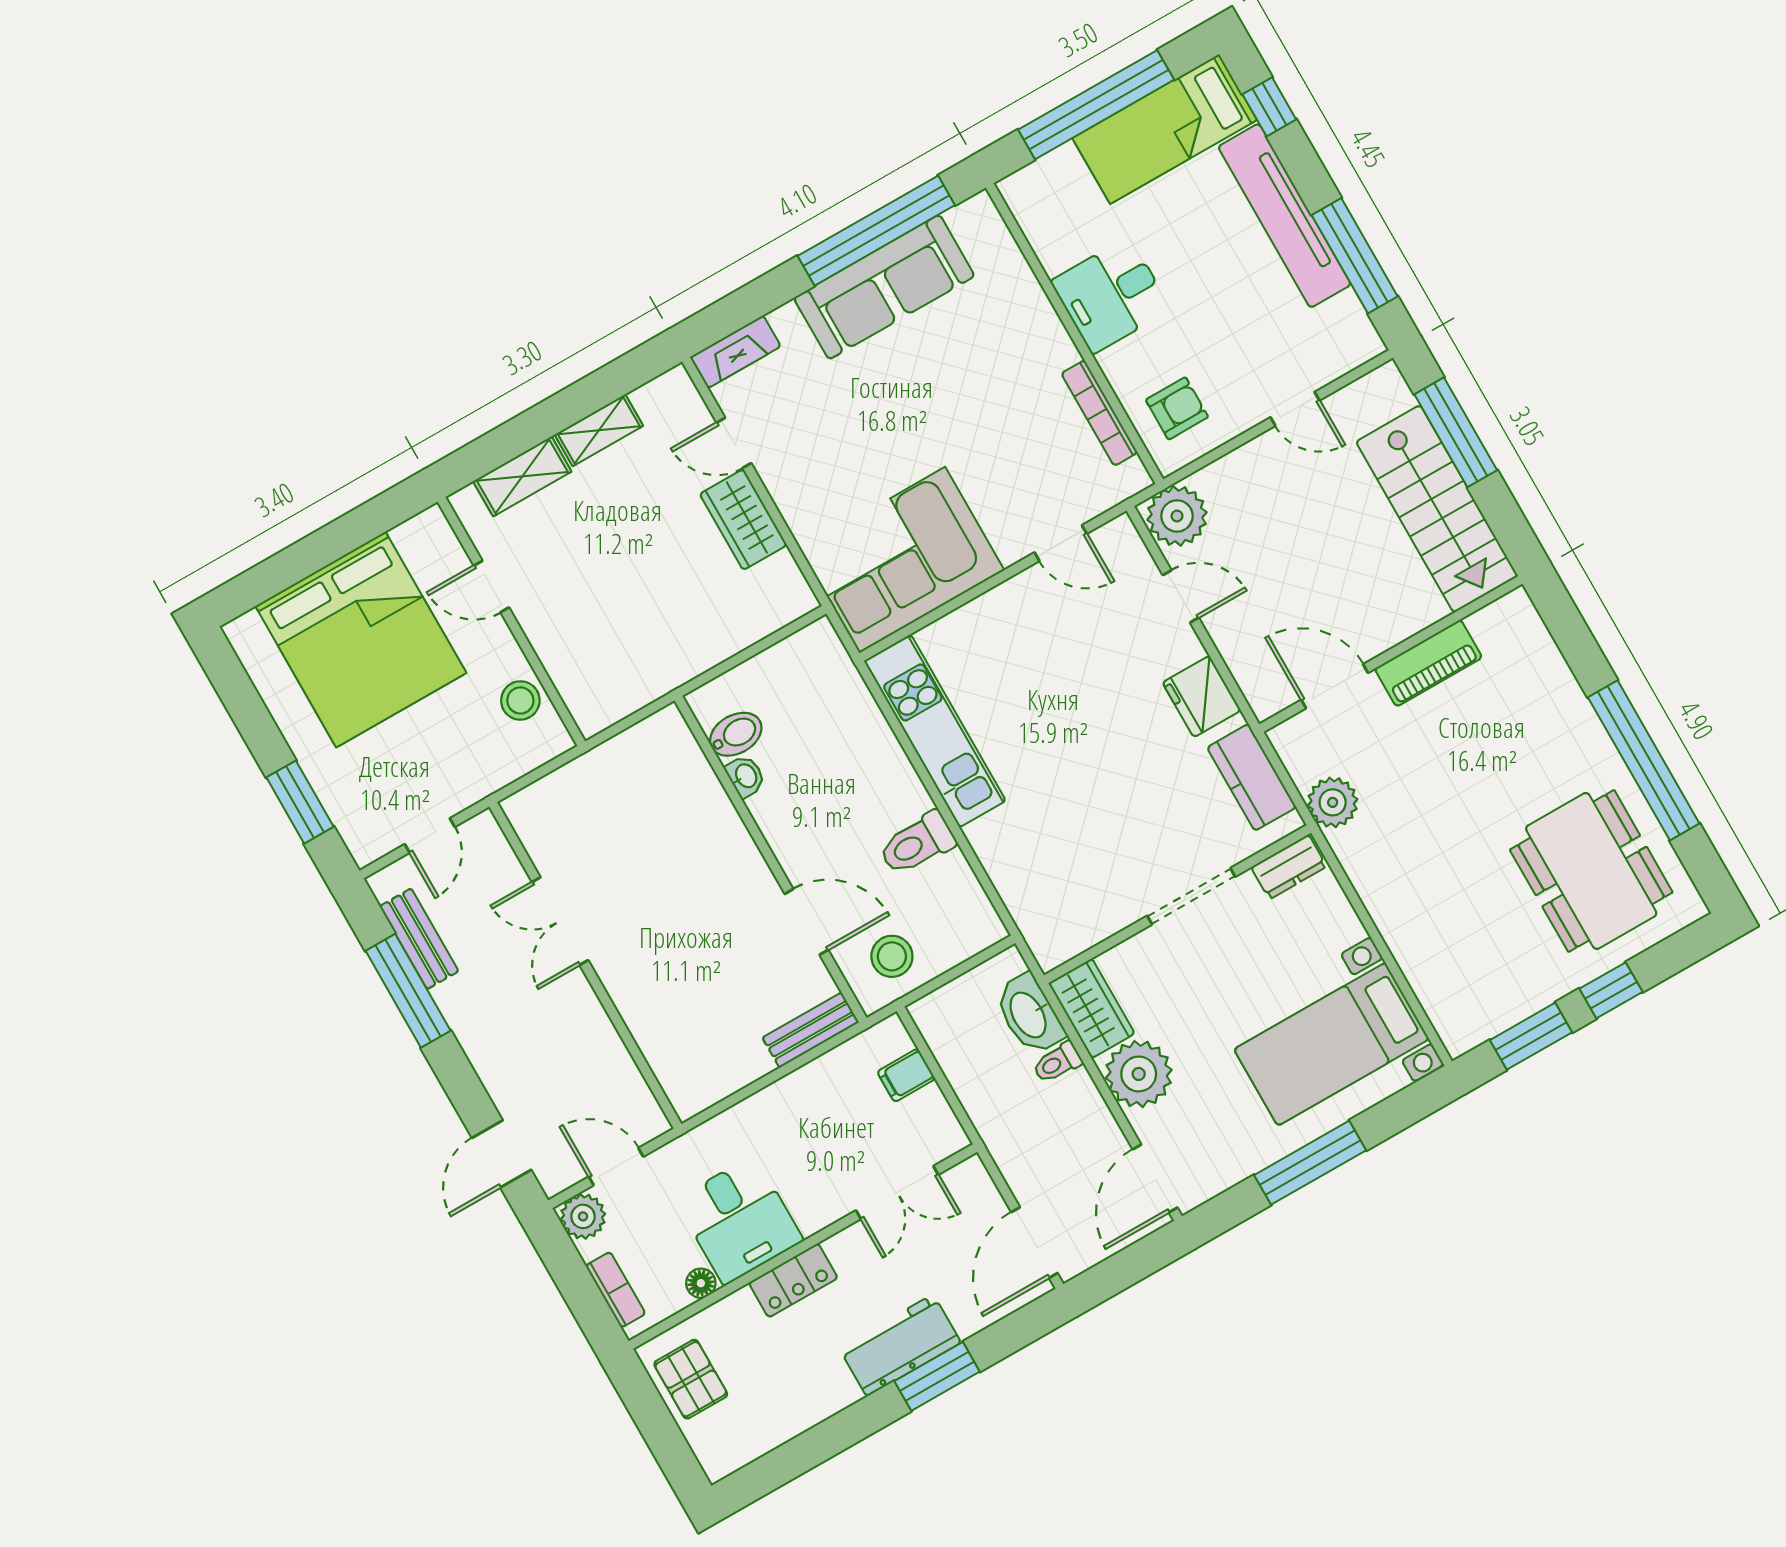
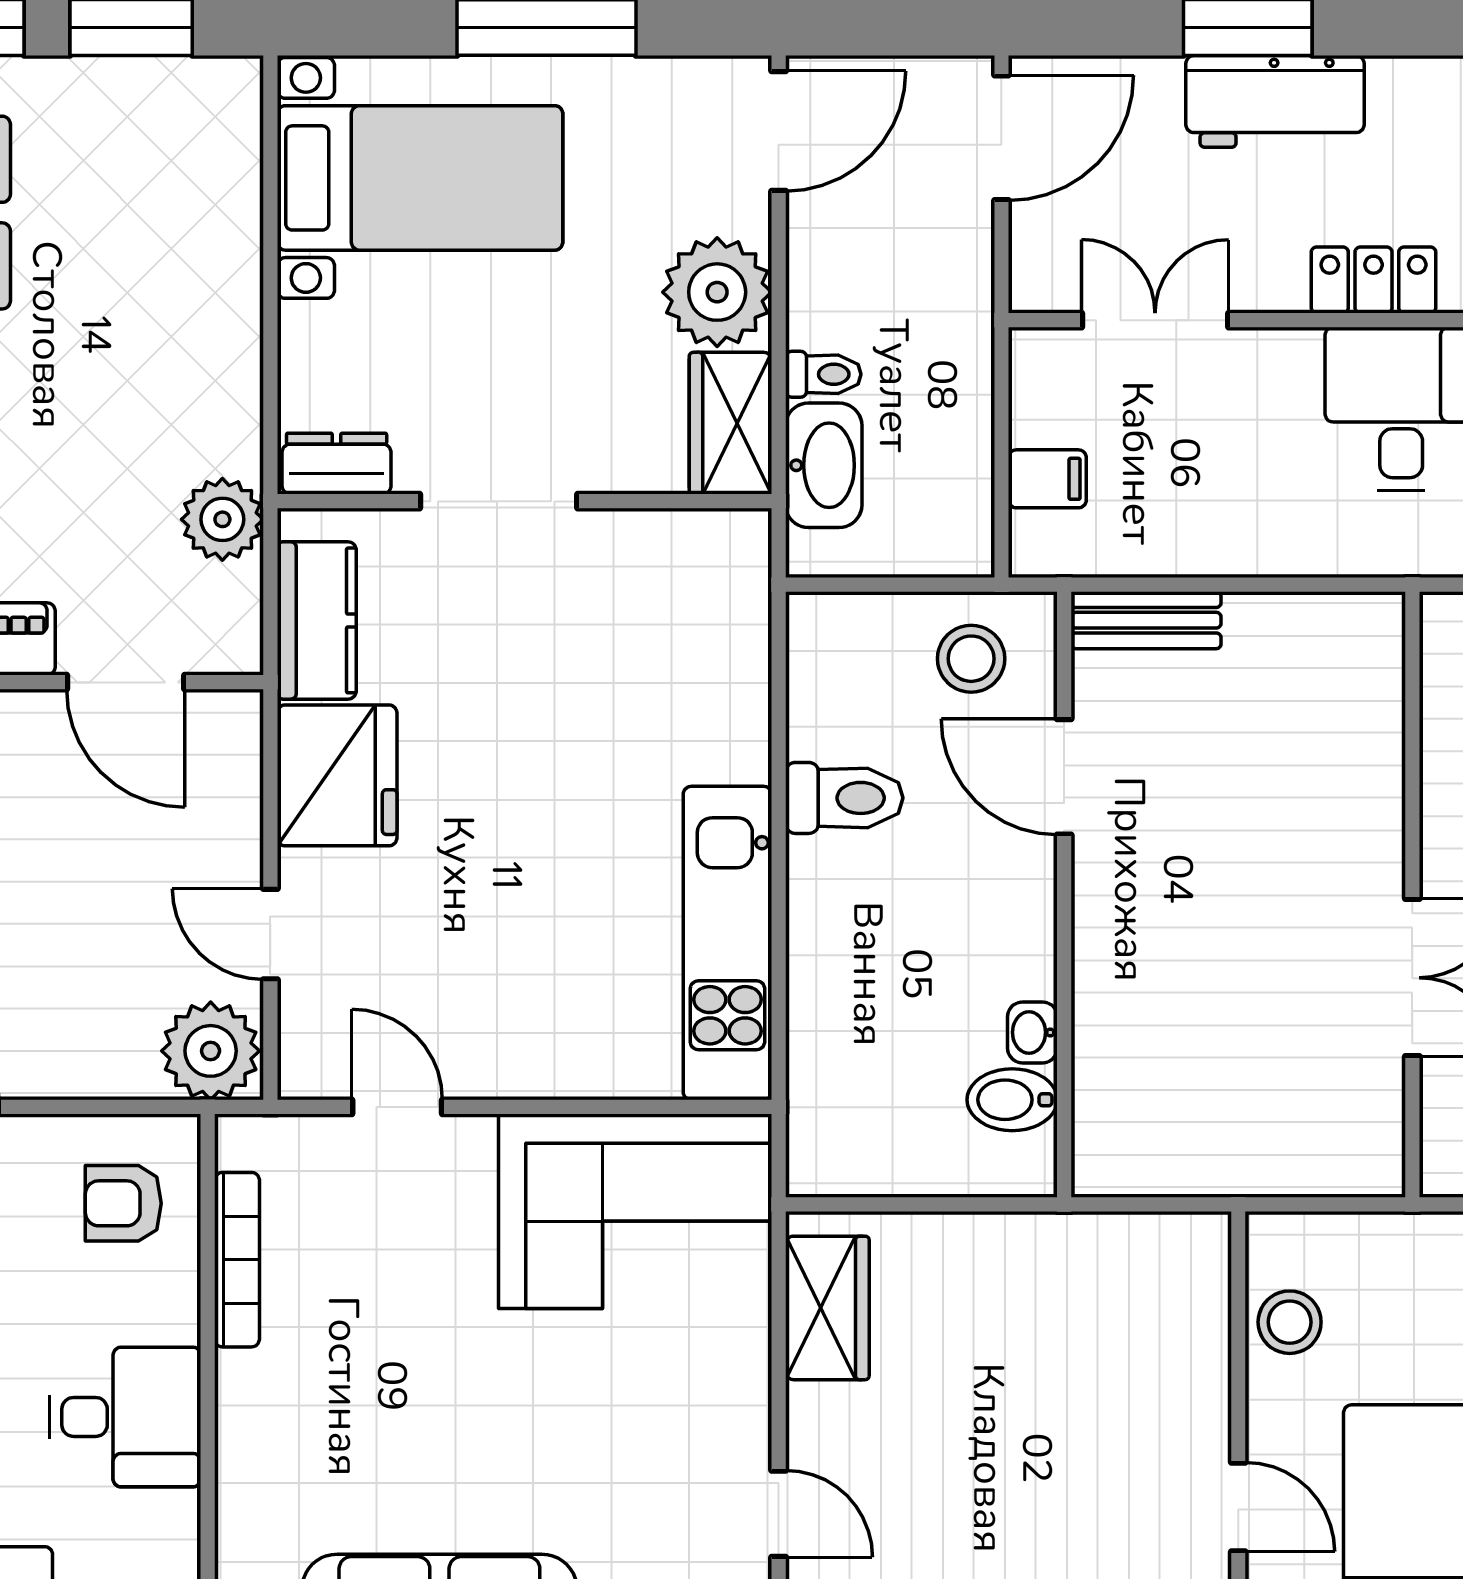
wardrobe: (743, 520) -> (827, 1308), moved
fridge: (1202, 696) -> (337, 775), width x1.36, depth x1.34

